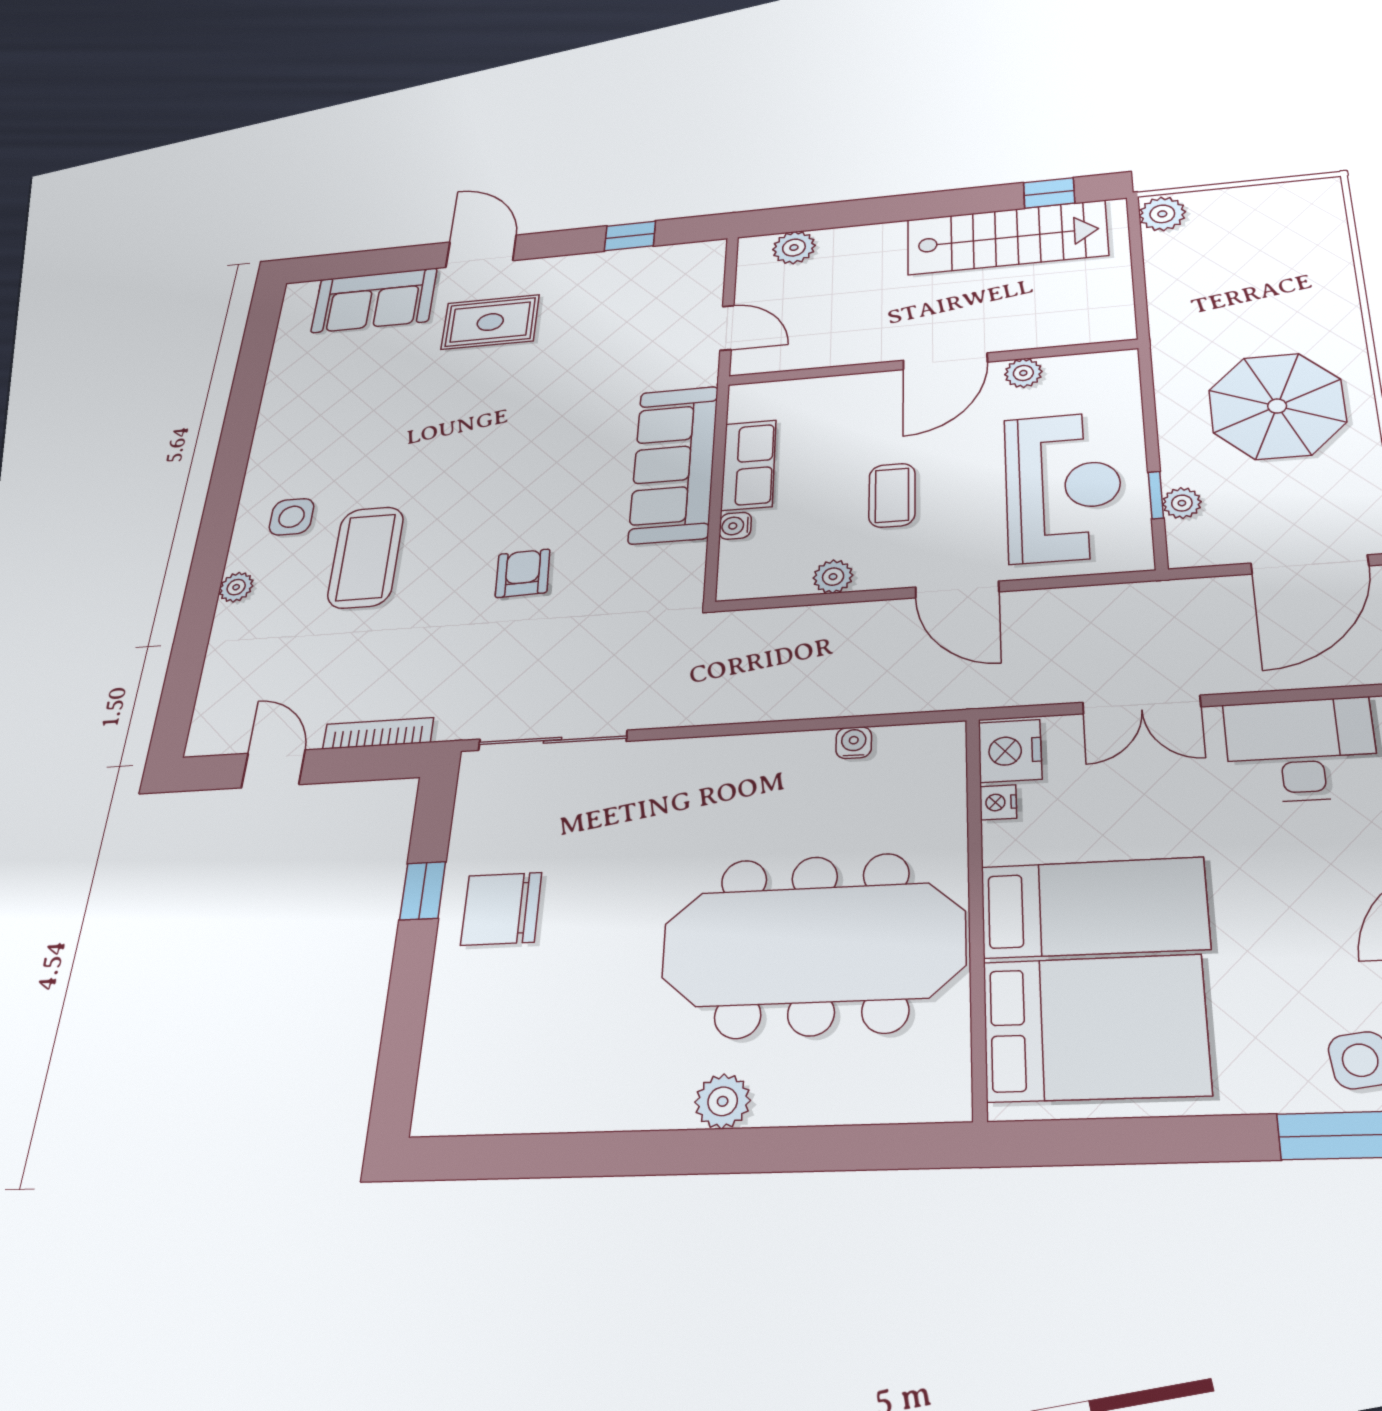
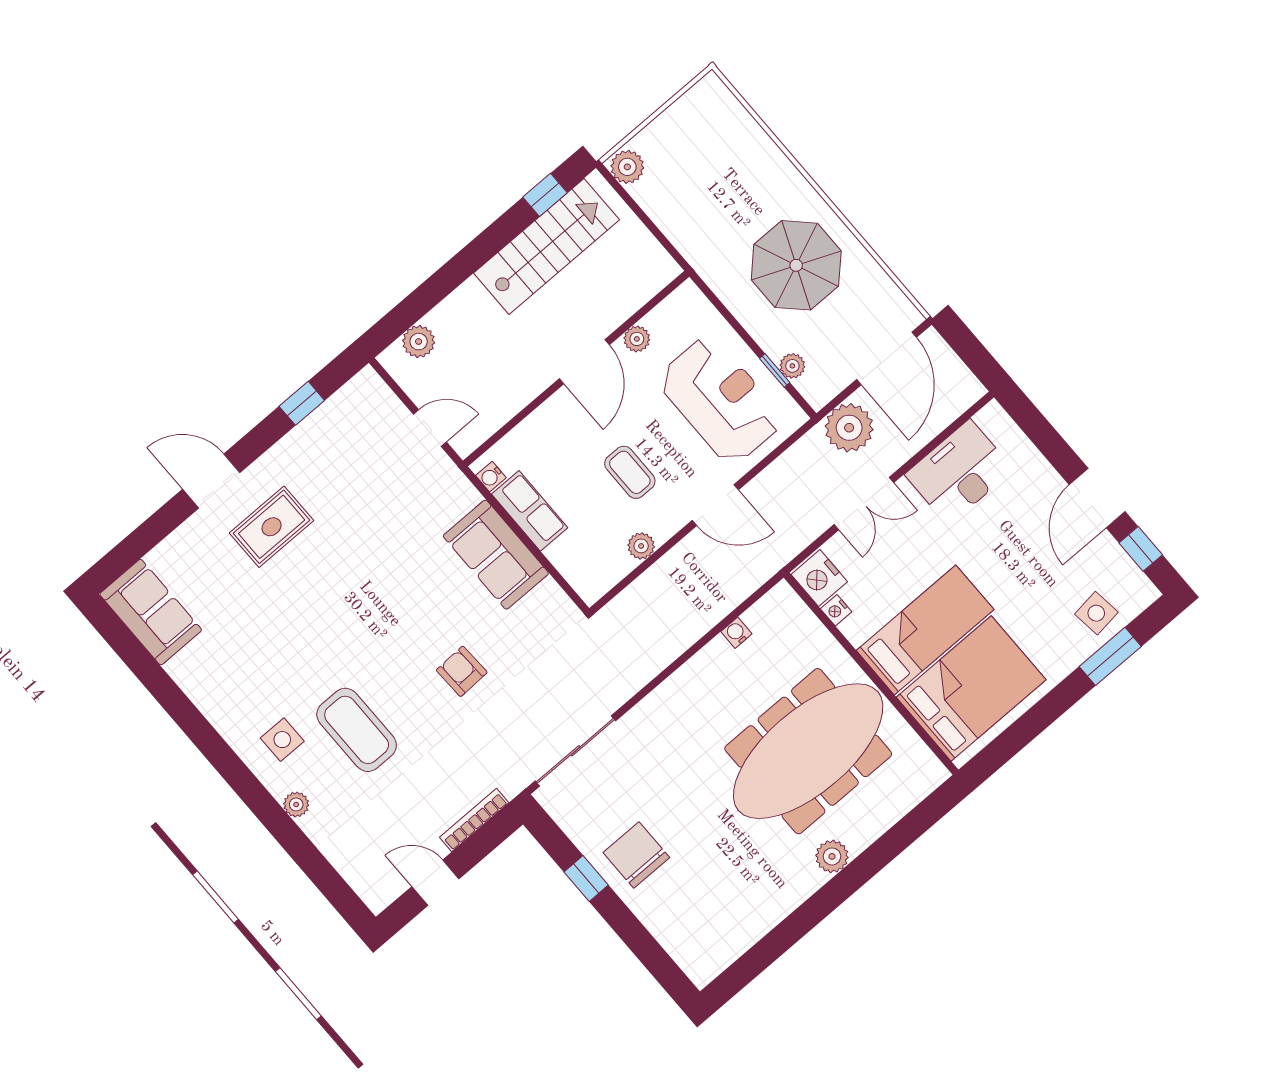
sofa: (374, 300) -> (151, 612), moved, turned -90
sofa: (674, 464) -> (496, 555), width x0.73
water cooler: (735, 526) -> (491, 477), moved
plant: (1196, 610) -> (849, 428), added
chair: (501, 909) -> (636, 855), turned 90

